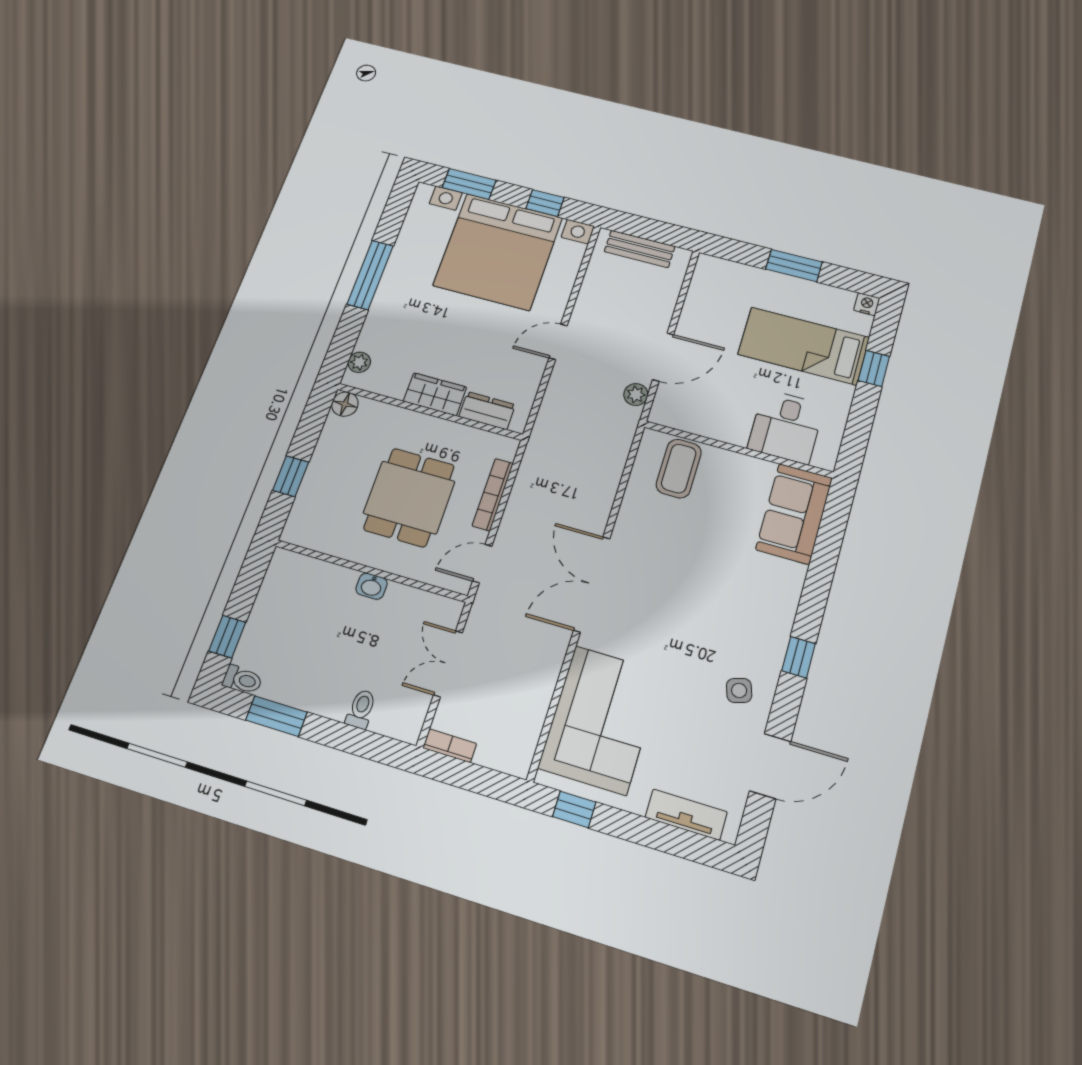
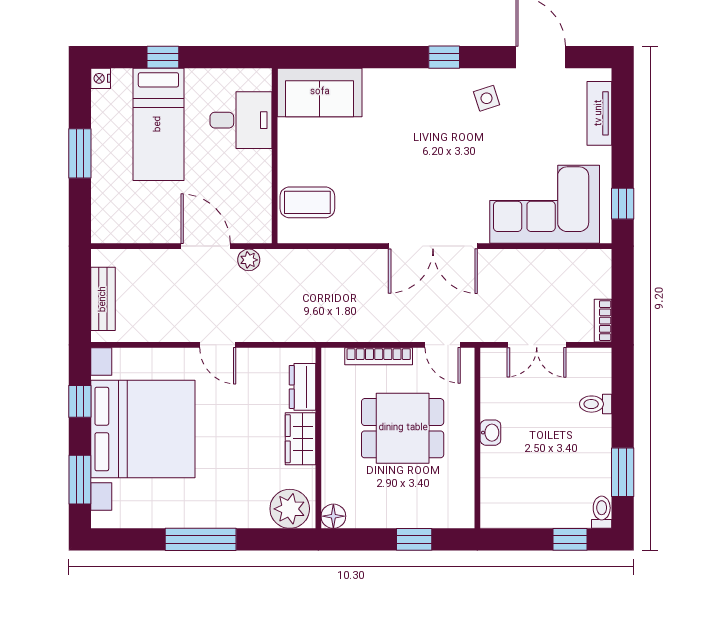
plant: (359, 362) -> (290, 509), width x1.88, depth x1.88

